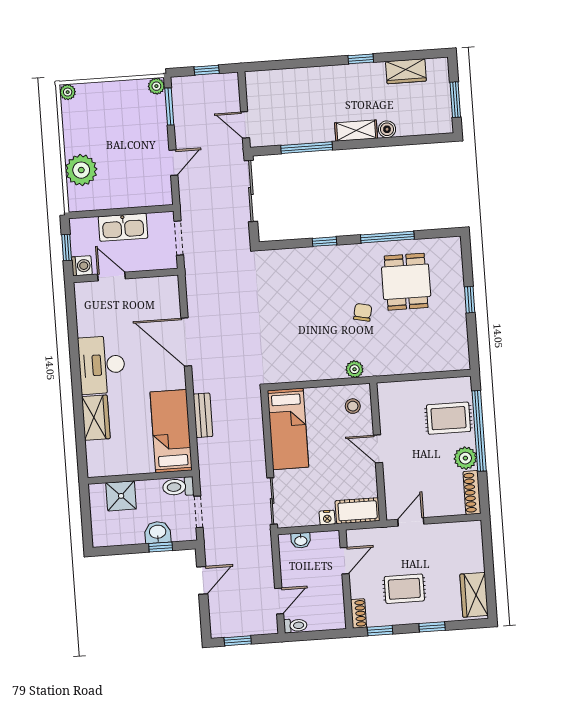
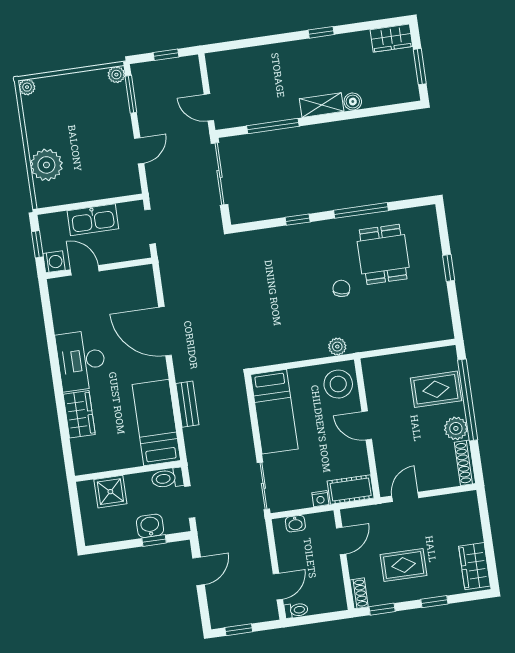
wardrobe: (406, 71) -> (391, 38), moved
stool: (353, 406) -> (338, 384), width x1.89, depth x1.89

